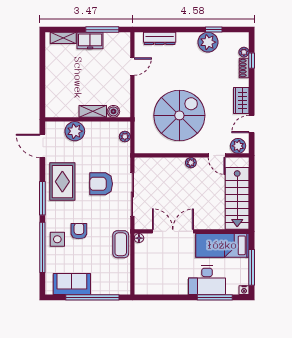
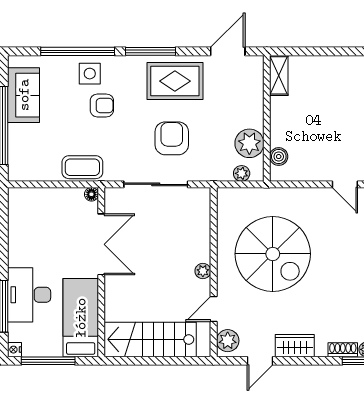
shelving: (93, 111) -> (279, 75), moved
door: (252, 124) -> (260, 361), swing flipped
plant: (75, 131) -> (249, 143), moved

